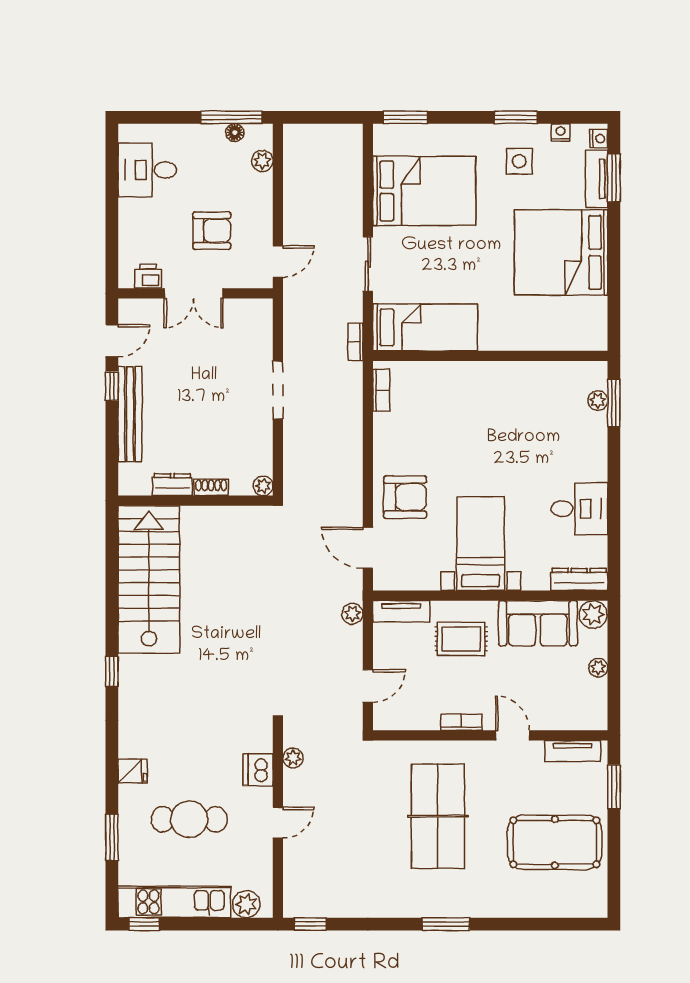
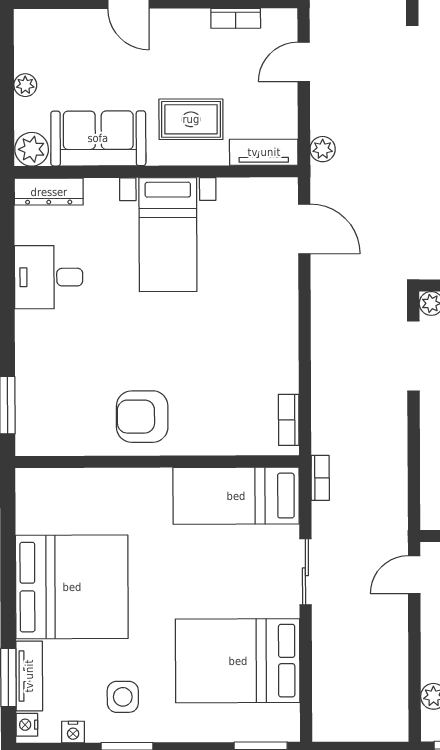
doorway: (278, 390) -> (413, 356), moved
plant: (598, 401) -> (27, 408), removed
armchair: (405, 497) -> (142, 417), moved
bookcase: (461, 722) -> (236, 18), moved

